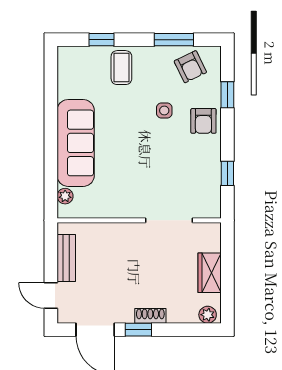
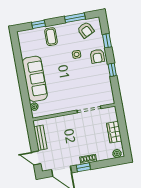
window: (227, 173) -> (112, 70), moved

